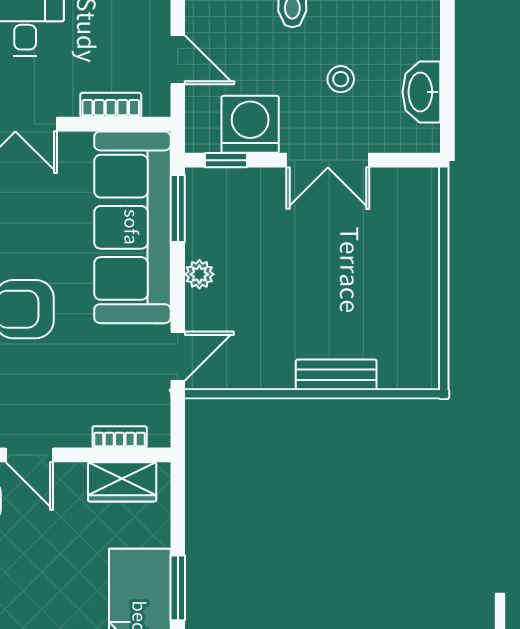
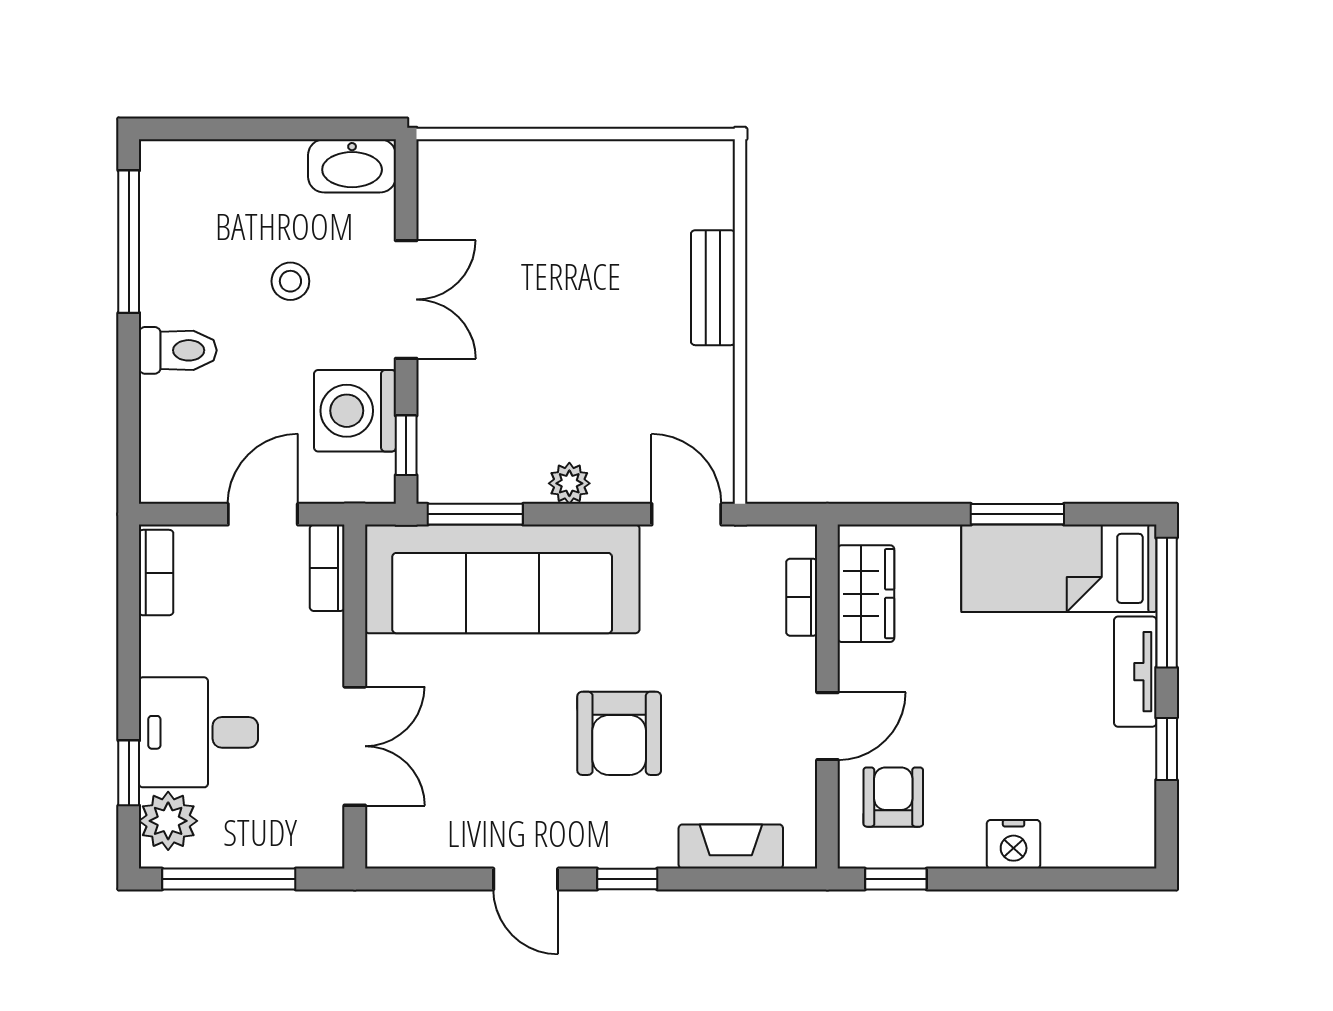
washbasin: (421, 92) -> (352, 166), moved
bookcase: (111, 105) -> (327, 568), moved

